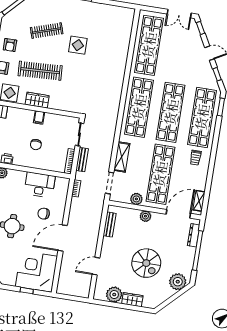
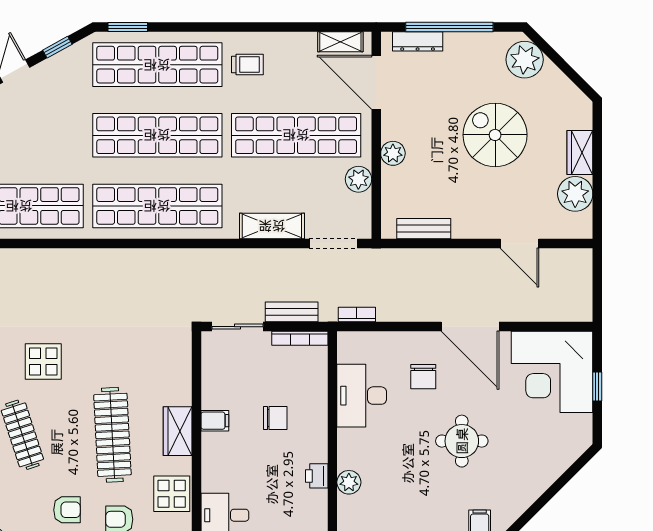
spiral stairs: (146, 263) -> (495, 135), turned -90

